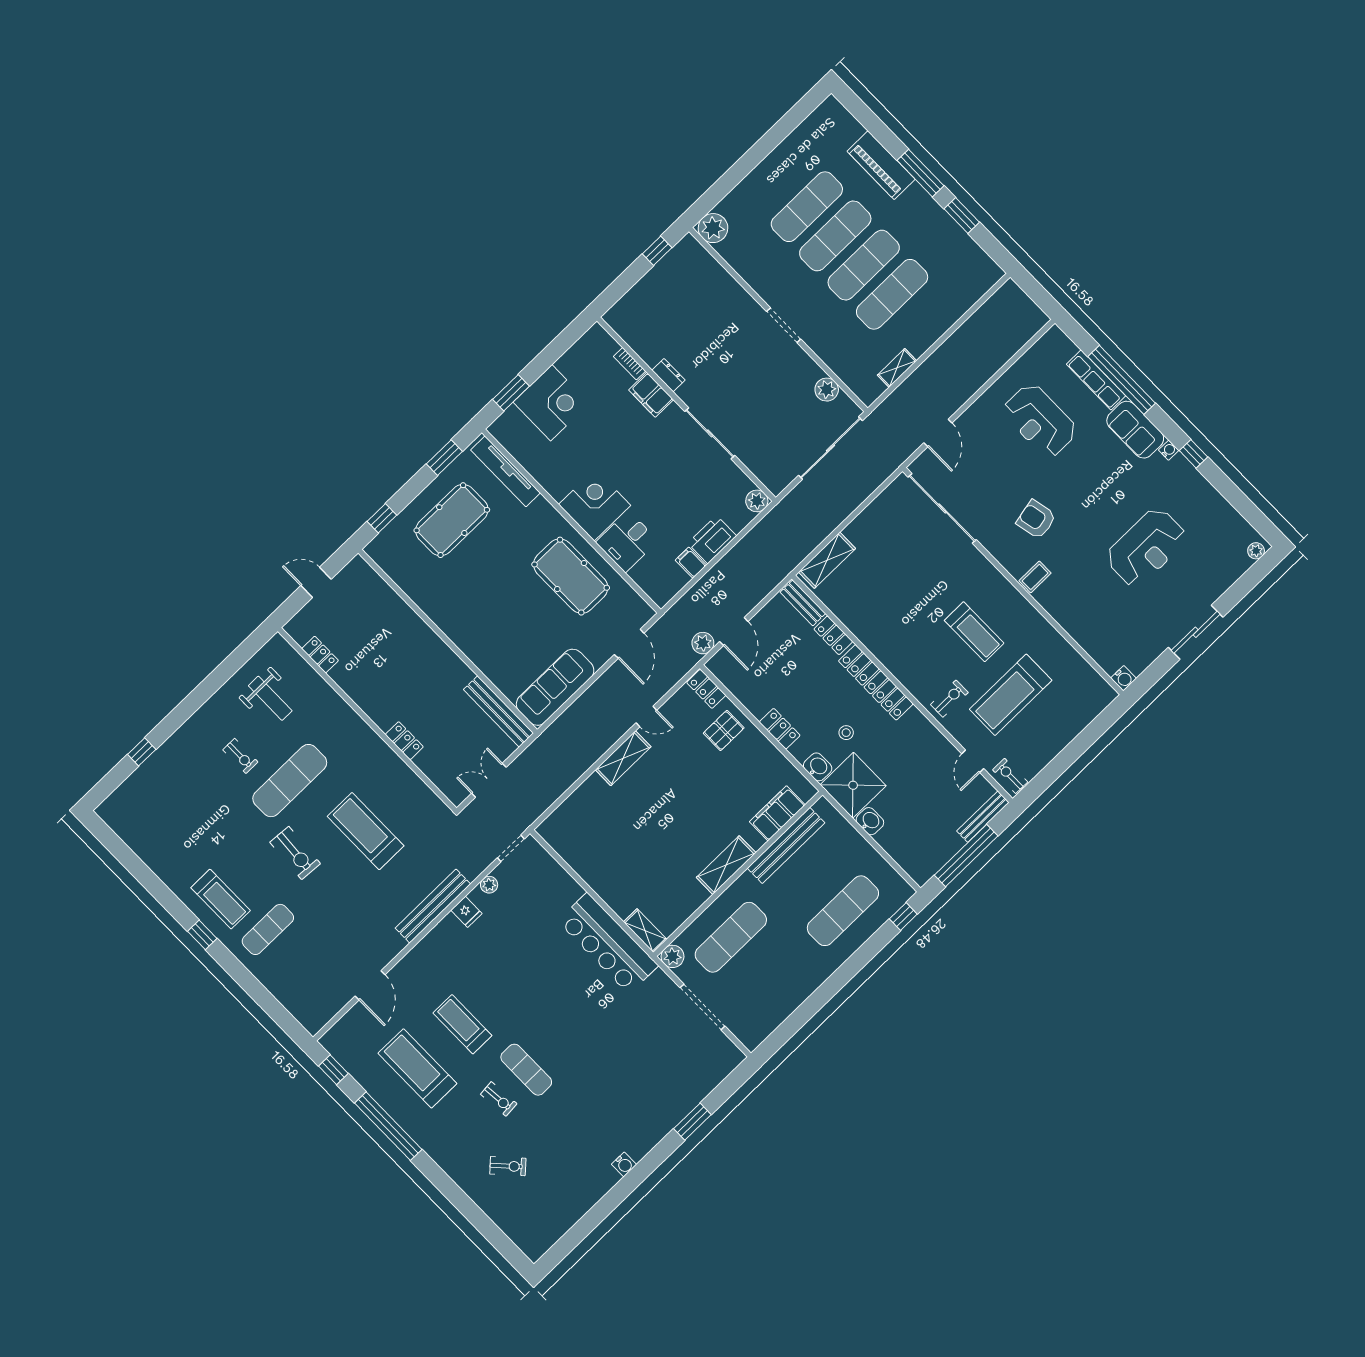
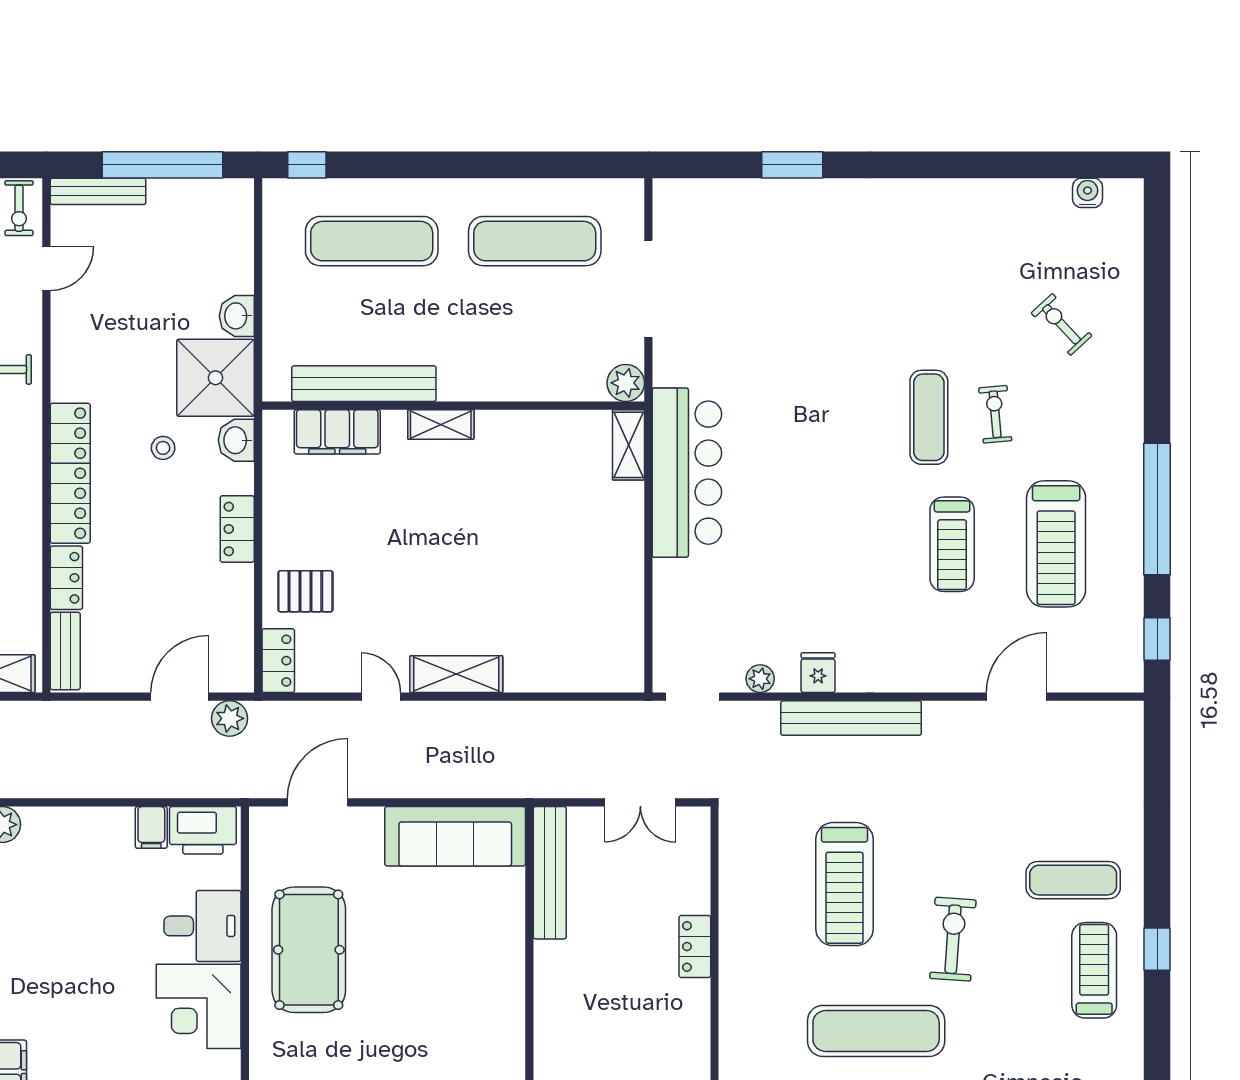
printer: (712, 540) -> (203, 830), moved
shelving: (726, 865) -> (441, 424), width x0.67, depth x0.75
exercise mat: (731, 937) -> (535, 241), moved
water cooler: (624, 1164) -> (1087, 193), moved

